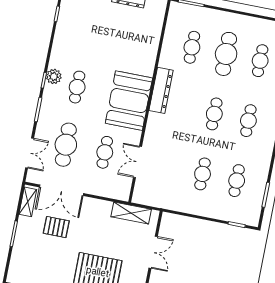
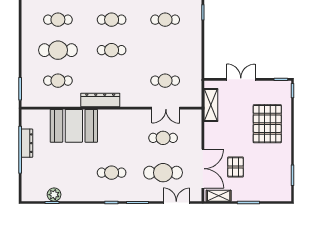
plant: (54, 76) -> (54, 195), moved
booth: (129, 101) -> (74, 126), moved
cafe table: (203, 174) -> (165, 81), moved

